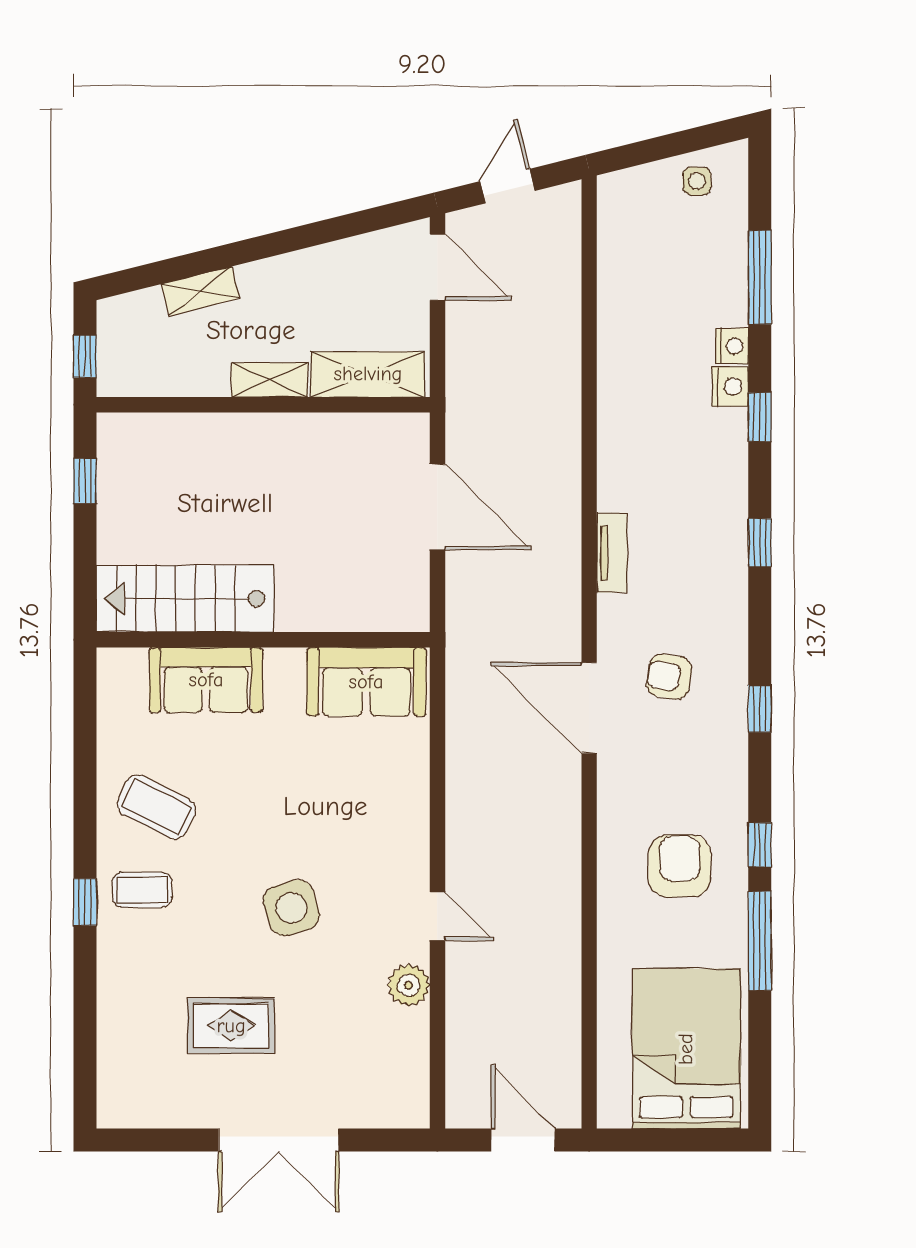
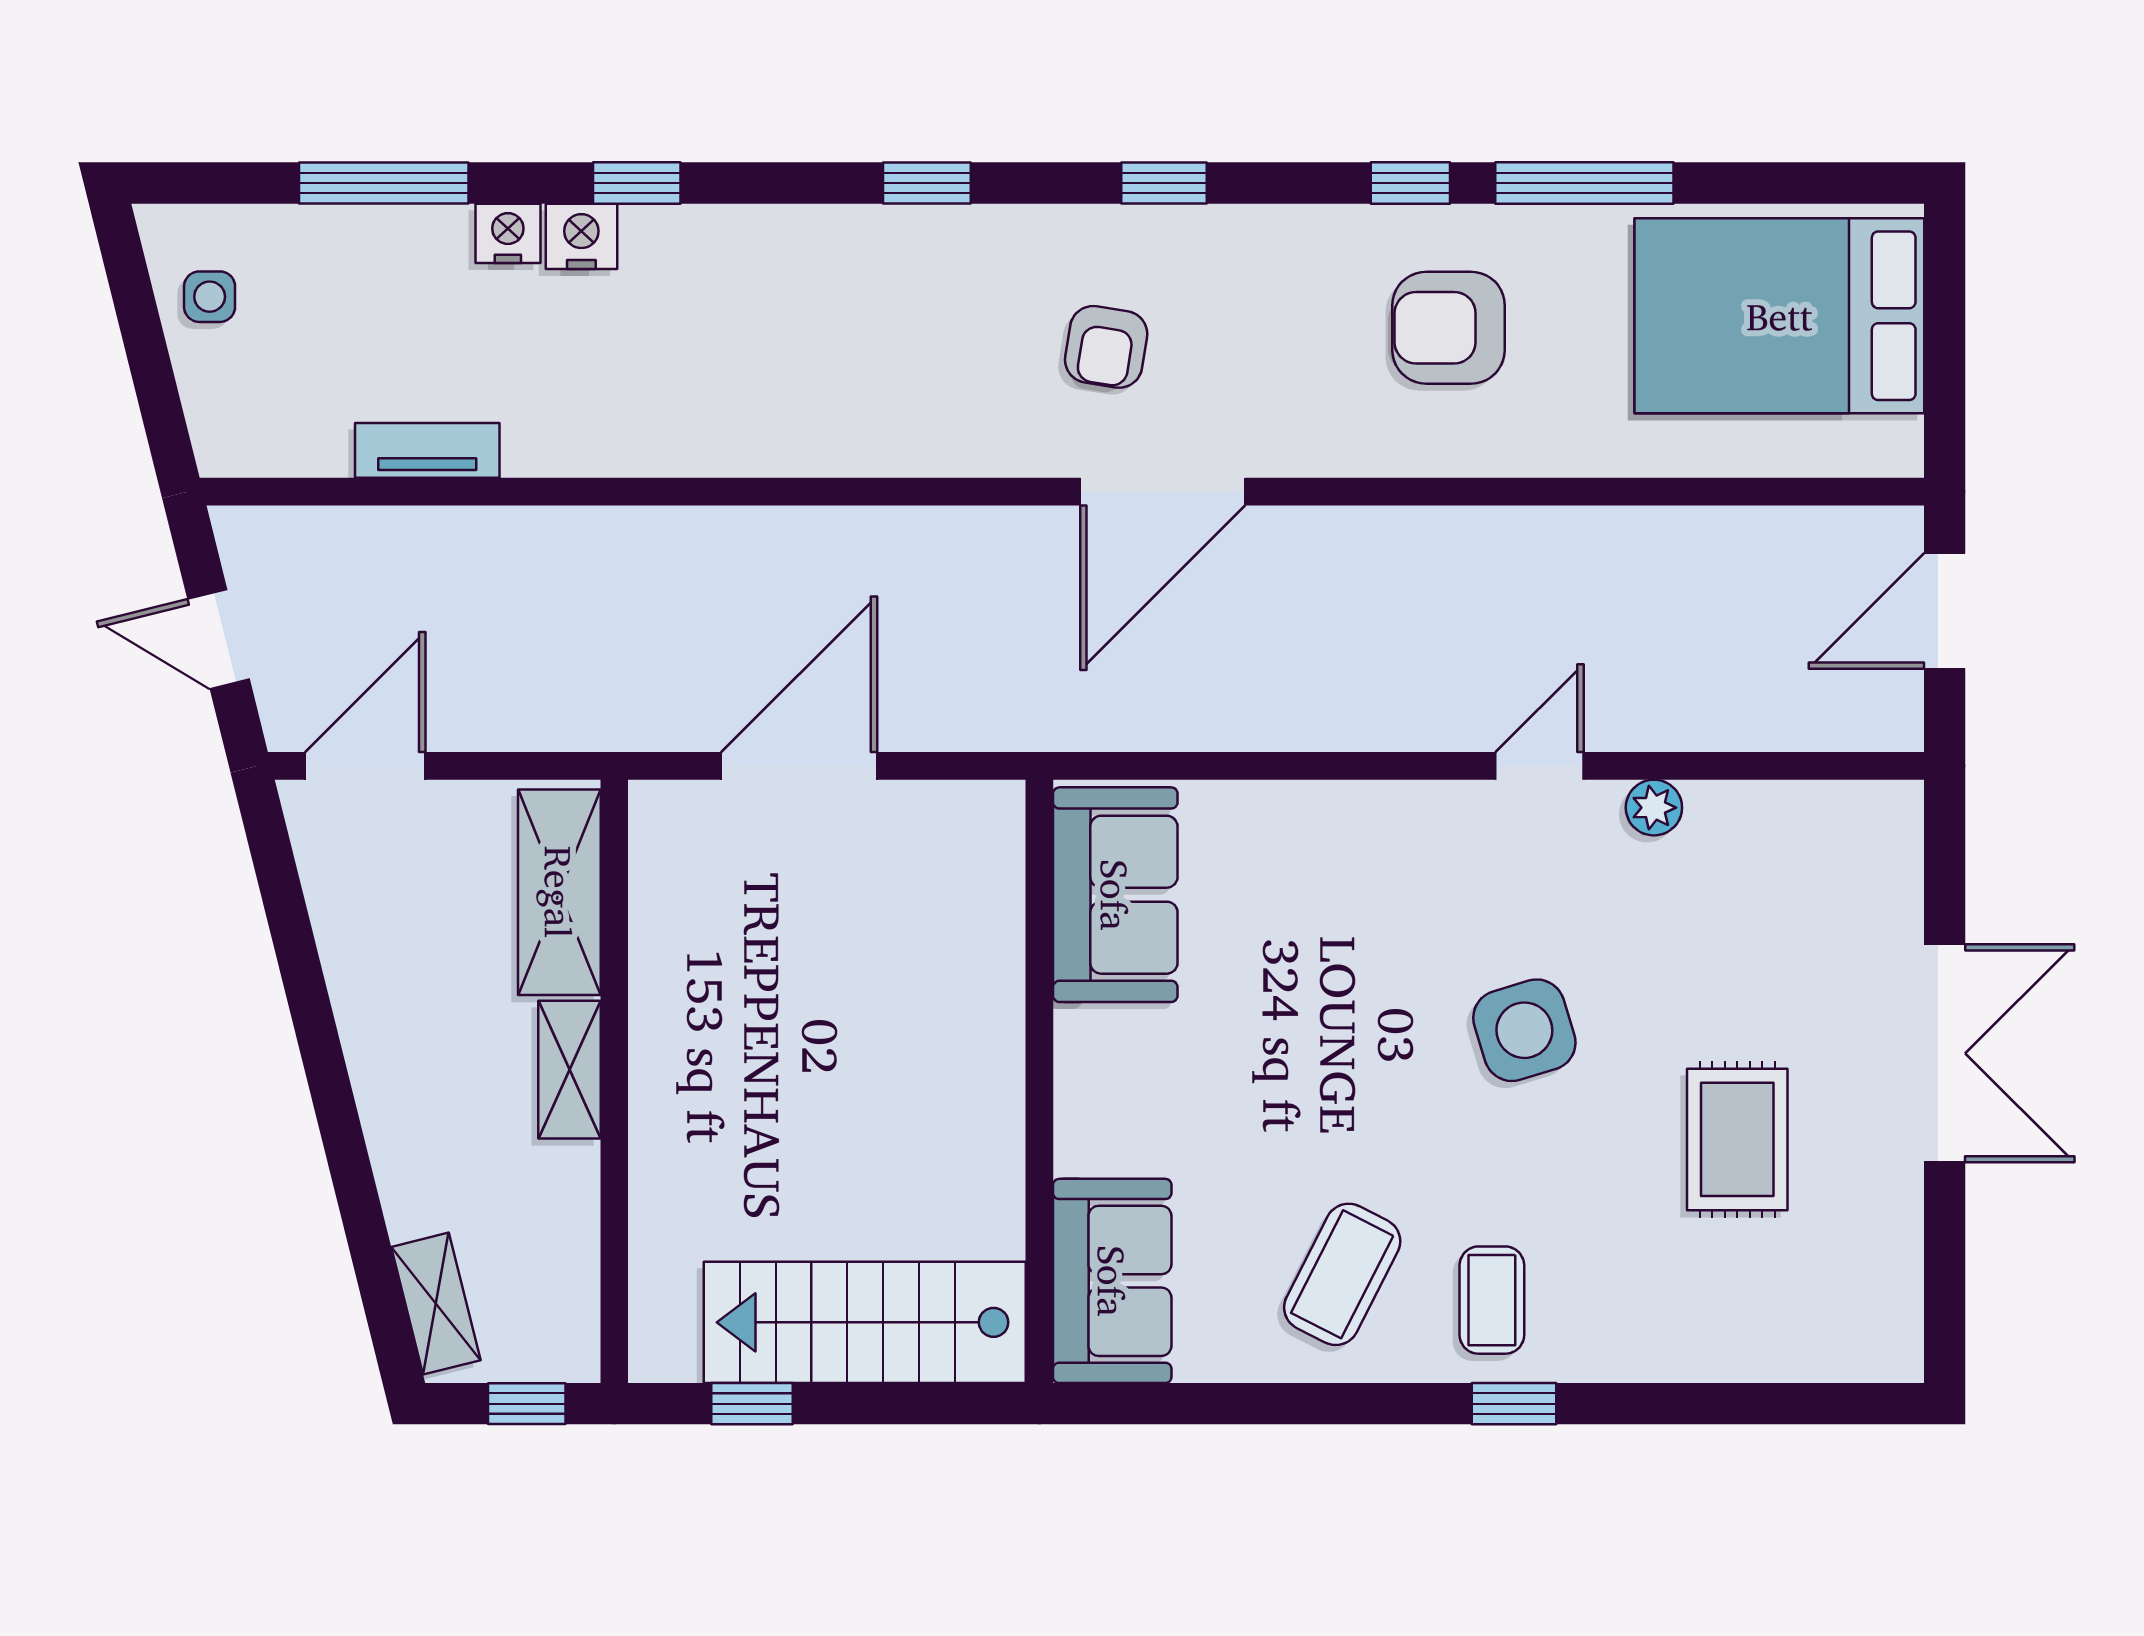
shelving: (200, 291) -> (436, 1304), moved
window: (760, 543) -> (927, 183), moved
tv unit: (612, 553) -> (427, 450), moved
stairs: (185, 599) -> (865, 1322), moved, turned 90
sofa: (206, 680) -> (1112, 1281), moved
plant: (409, 985) -> (1654, 808), width x0.73, depth x0.73

